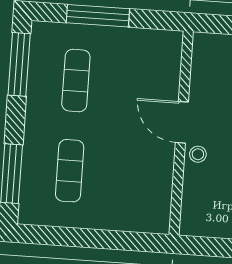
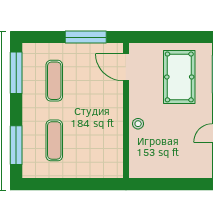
window: (98, 16) -> (86, 37), moved
door: (182, 122) -> (126, 67), moved

